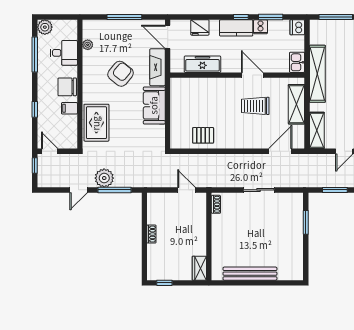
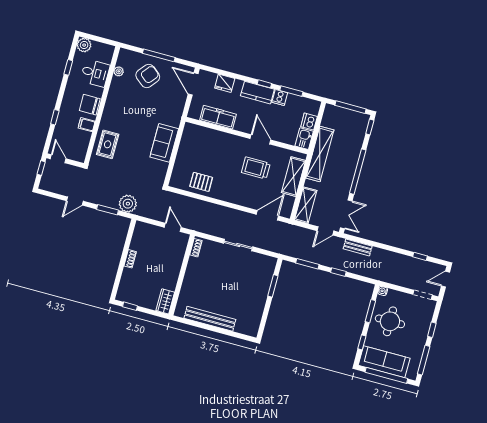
dishwasher: (297, 27) -> (309, 122), moved
window: (35, 54) -> (68, 67), width x0.46
fireplace: (157, 67) -> (176, 109), removed
armchair: (121, 74) -> (148, 76), moved
rug: (96, 123) -> (108, 144), width x0.73, depth x0.70
plant: (104, 178) -> (128, 204), moved
window: (115, 190) -> (108, 210), width x0.69

